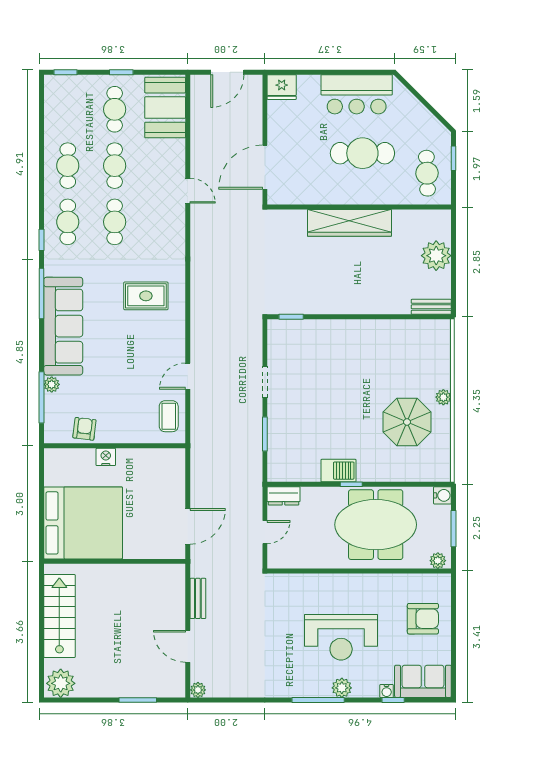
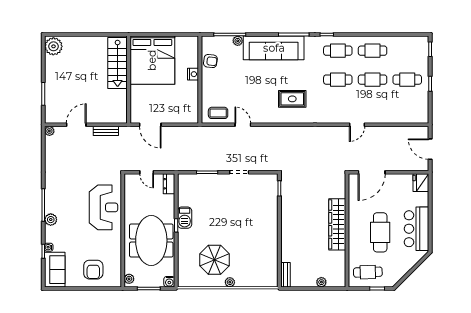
booth: (165, 108) -> (408, 111), removed
door: (265, 167) -> (372, 172), swing flipped
plant: (436, 256) -> (321, 282), width x0.53, depth x0.53
rug: (146, 296) -> (292, 99), turned 90
stairs: (59, 616) -> (118, 63), moved, turned 90
reception desk: (341, 637) -> (103, 207), moved, turned 180

